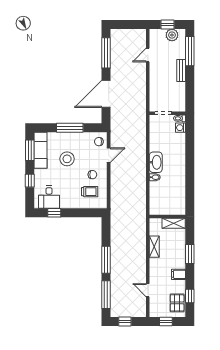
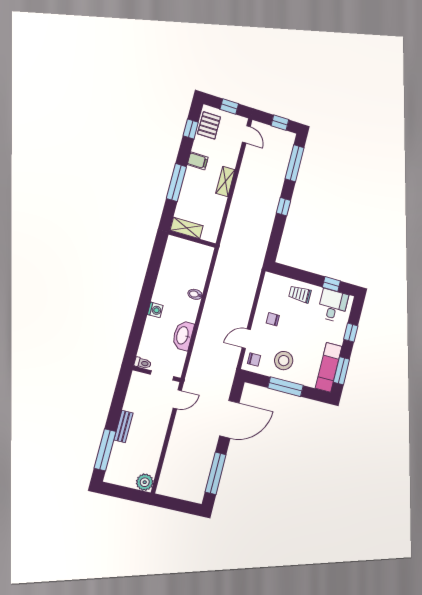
window: (167, 24) -> (125, 493), removed
plant: (172, 35) -> (145, 482), moved
door: (148, 55) -> (177, 399), moved
washing machine: (181, 128) -> (155, 310), moved
stool: (67, 159) -> (284, 361), moved
washbasin: (156, 162) -> (183, 335), moved
trolley: (90, 192) -> (300, 294), moved
shelving: (154, 247) -> (225, 181), moved
window: (190, 254) -> (176, 183), width x1.44
window: (106, 260) -> (284, 207), width x0.46
door: (148, 290) -> (246, 134), moved

